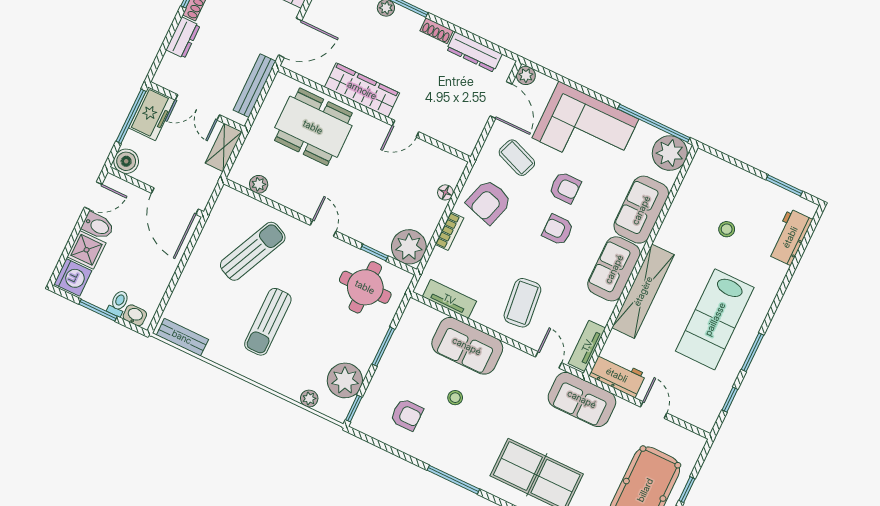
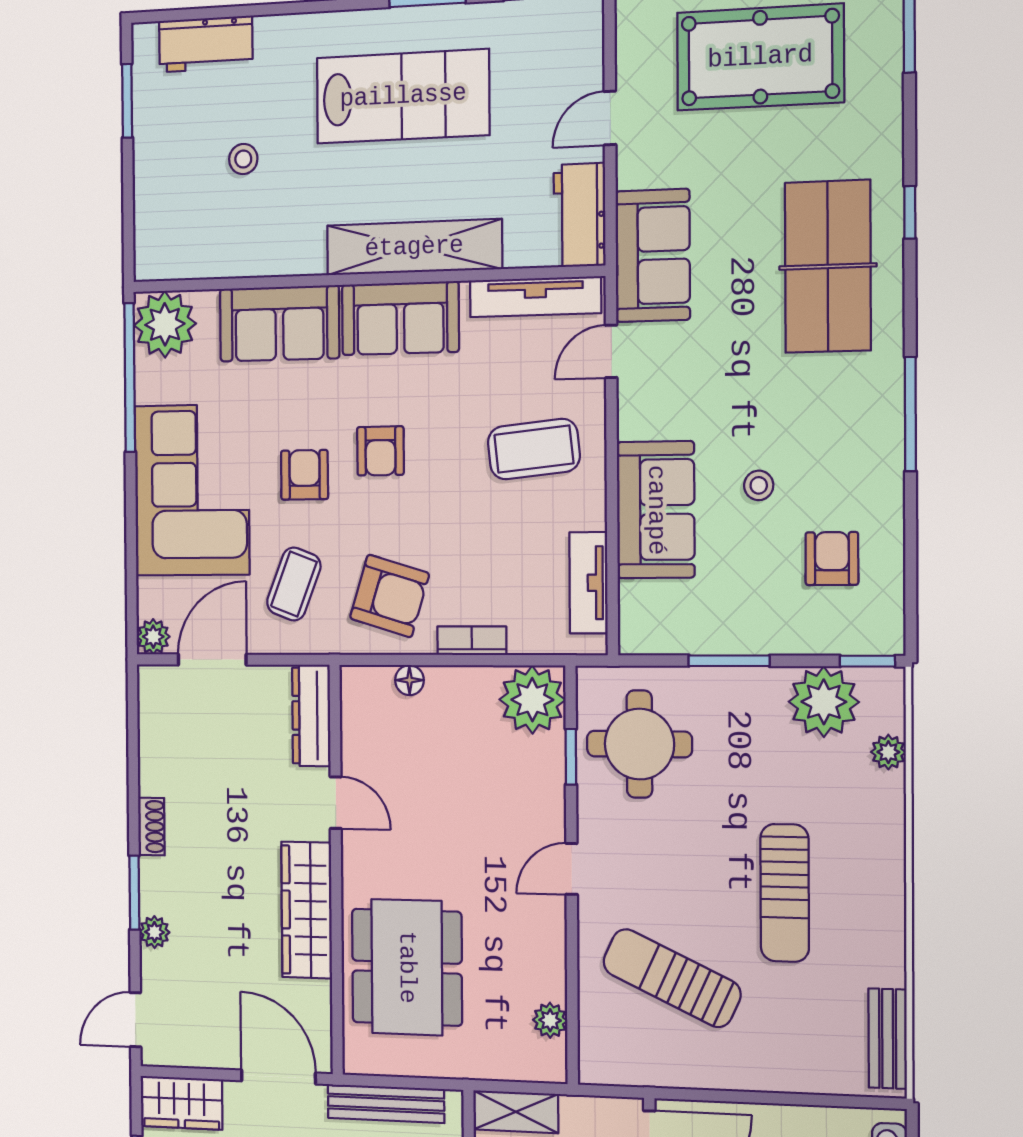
dresser: (474, 52) -> (311, 716), moved, turned 180
sun lounger: (268, 322) -> (785, 893), turned 90
tv unit: (587, 346) -> (535, 297), width x1.41

